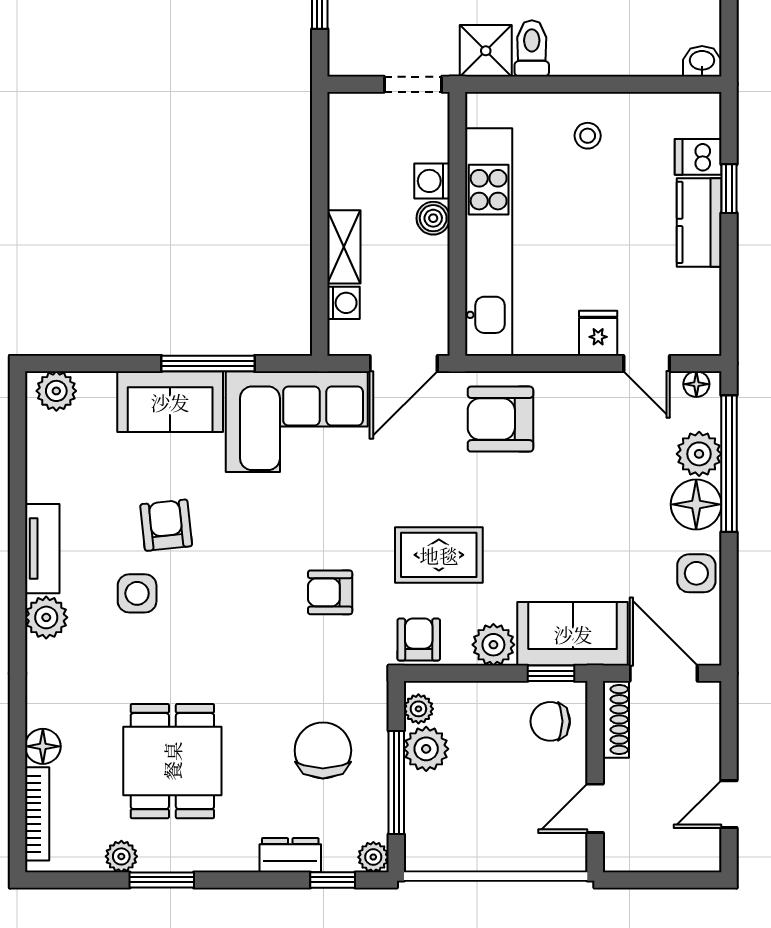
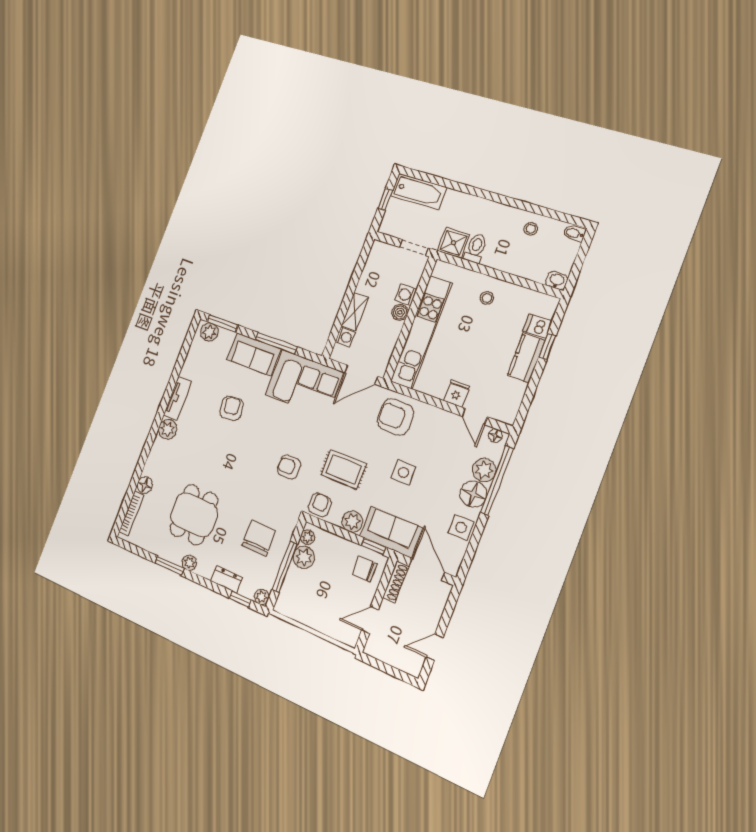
window: (77, 363) -> (222, 323), added
side table: (137, 593) -> (403, 472), moved
plant: (121, 856) -> (189, 563), moved

